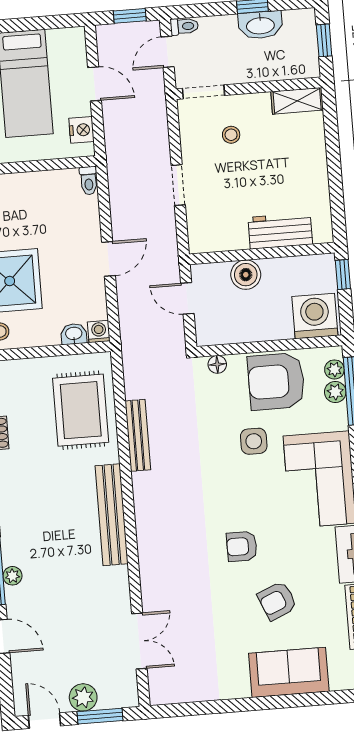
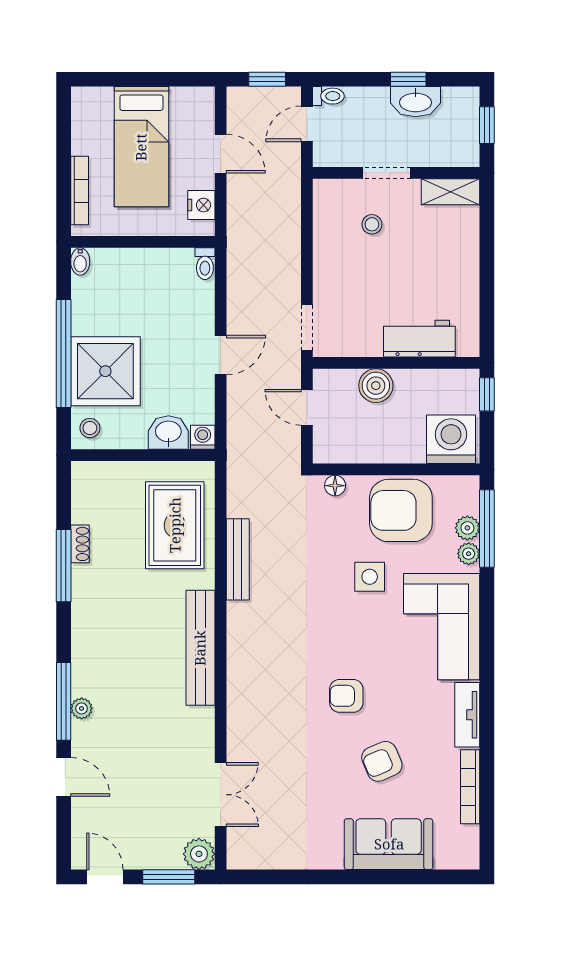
doorway: (203, 92) -> (386, 173), moved
doorway: (178, 185) -> (307, 328), moved
washbasin: (74, 334) -> (168, 432), width x1.38, depth x1.45
plant: (334, 369) -> (469, 554), moved
plant: (83, 697) -> (199, 854), moved

